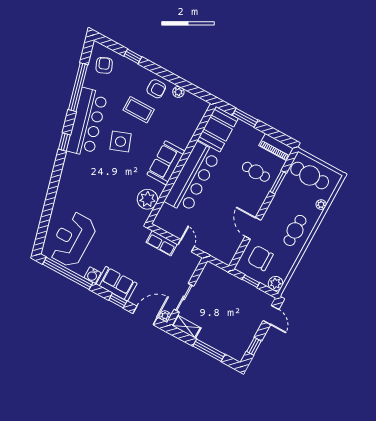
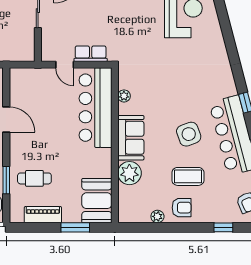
armchair: (156, 89) -> (182, 208), turned 180
plant: (182, 136) -> (129, 173), added
piano: (276, 147) -> (43, 215), moved
bar counter: (193, 178) -> (95, 108), moved
plant: (147, 199) -> (124, 96), width x0.53, depth x0.53

